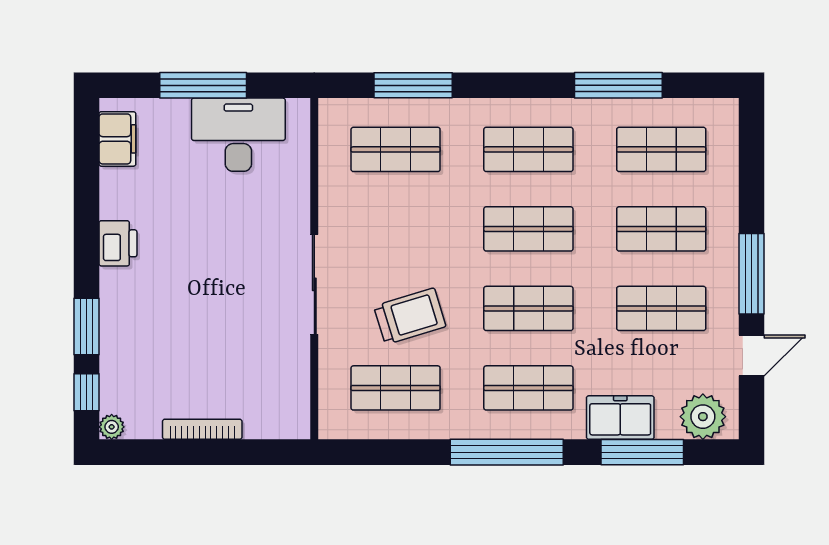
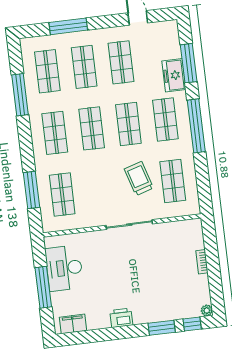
window: (751, 274) -> (68, 26), moved
plant: (703, 417) -> (169, 37), removed
bookcase: (202, 429) -> (202, 262), width x0.64

